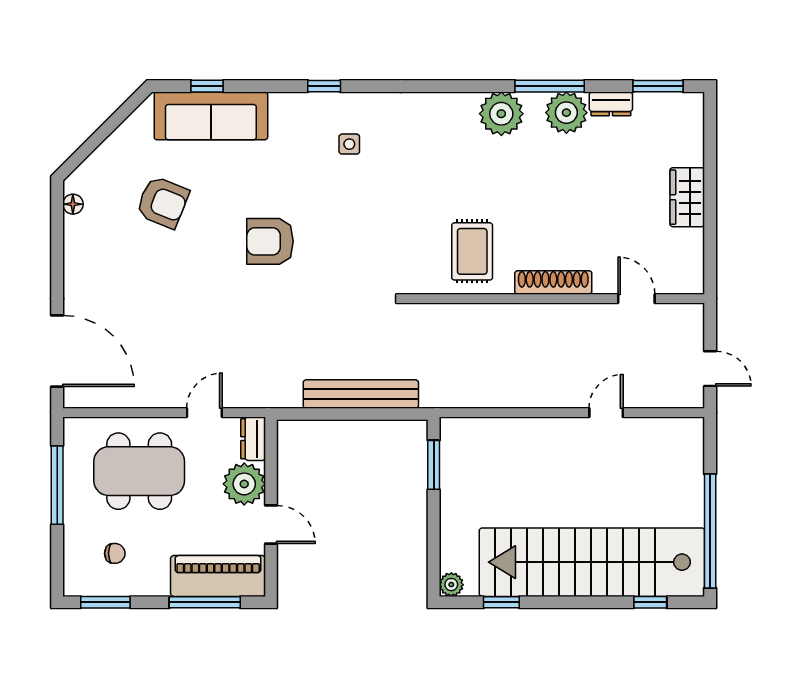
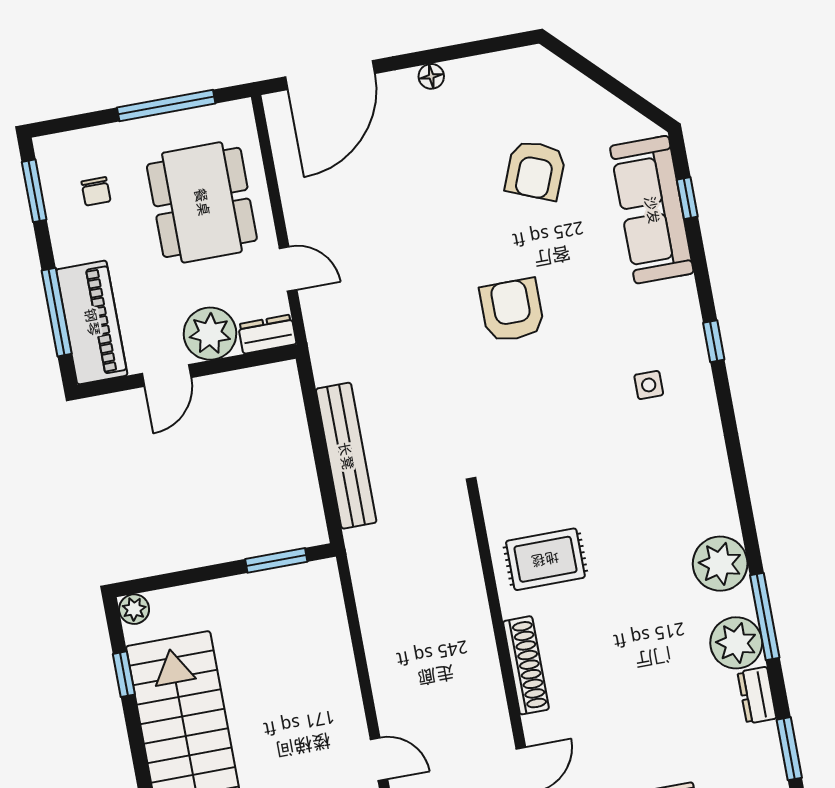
floor lamp: (73, 204) -> (431, 76), moved

